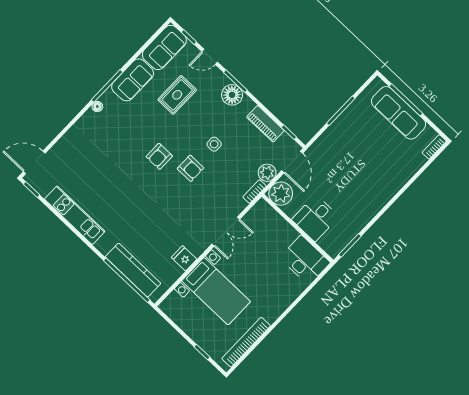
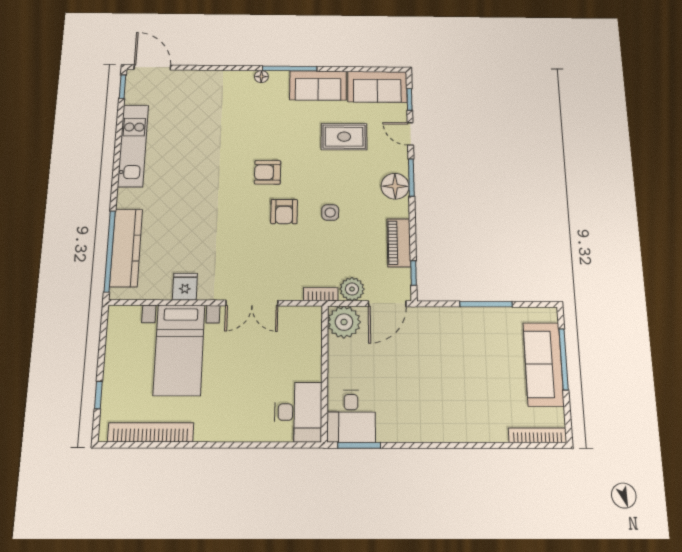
bookcase: (434, 147) -> (538, 435), width x1.56
desk: (315, 218) -> (351, 416), moved, turned -90

